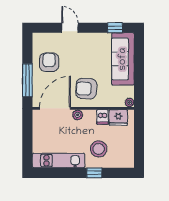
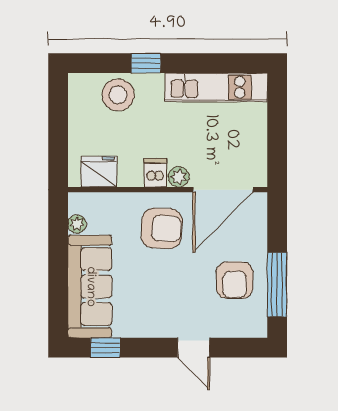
window: (27, 80) -> (277, 285), moved
plant: (129, 102) -> (77, 224), moved
dishwasher: (102, 117) -> (155, 173), moved
stool: (99, 149) -> (118, 95), moved

